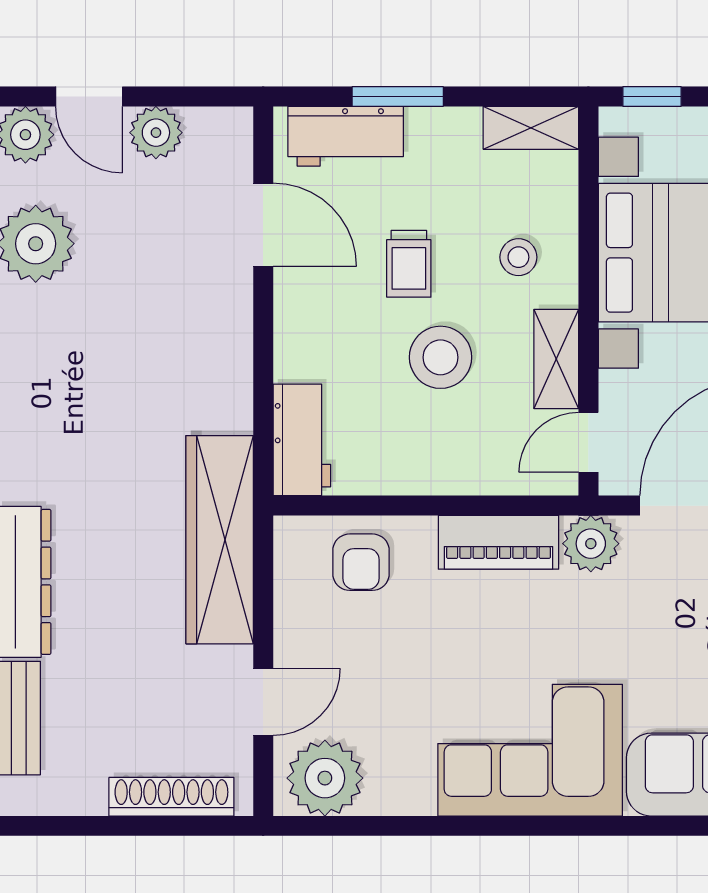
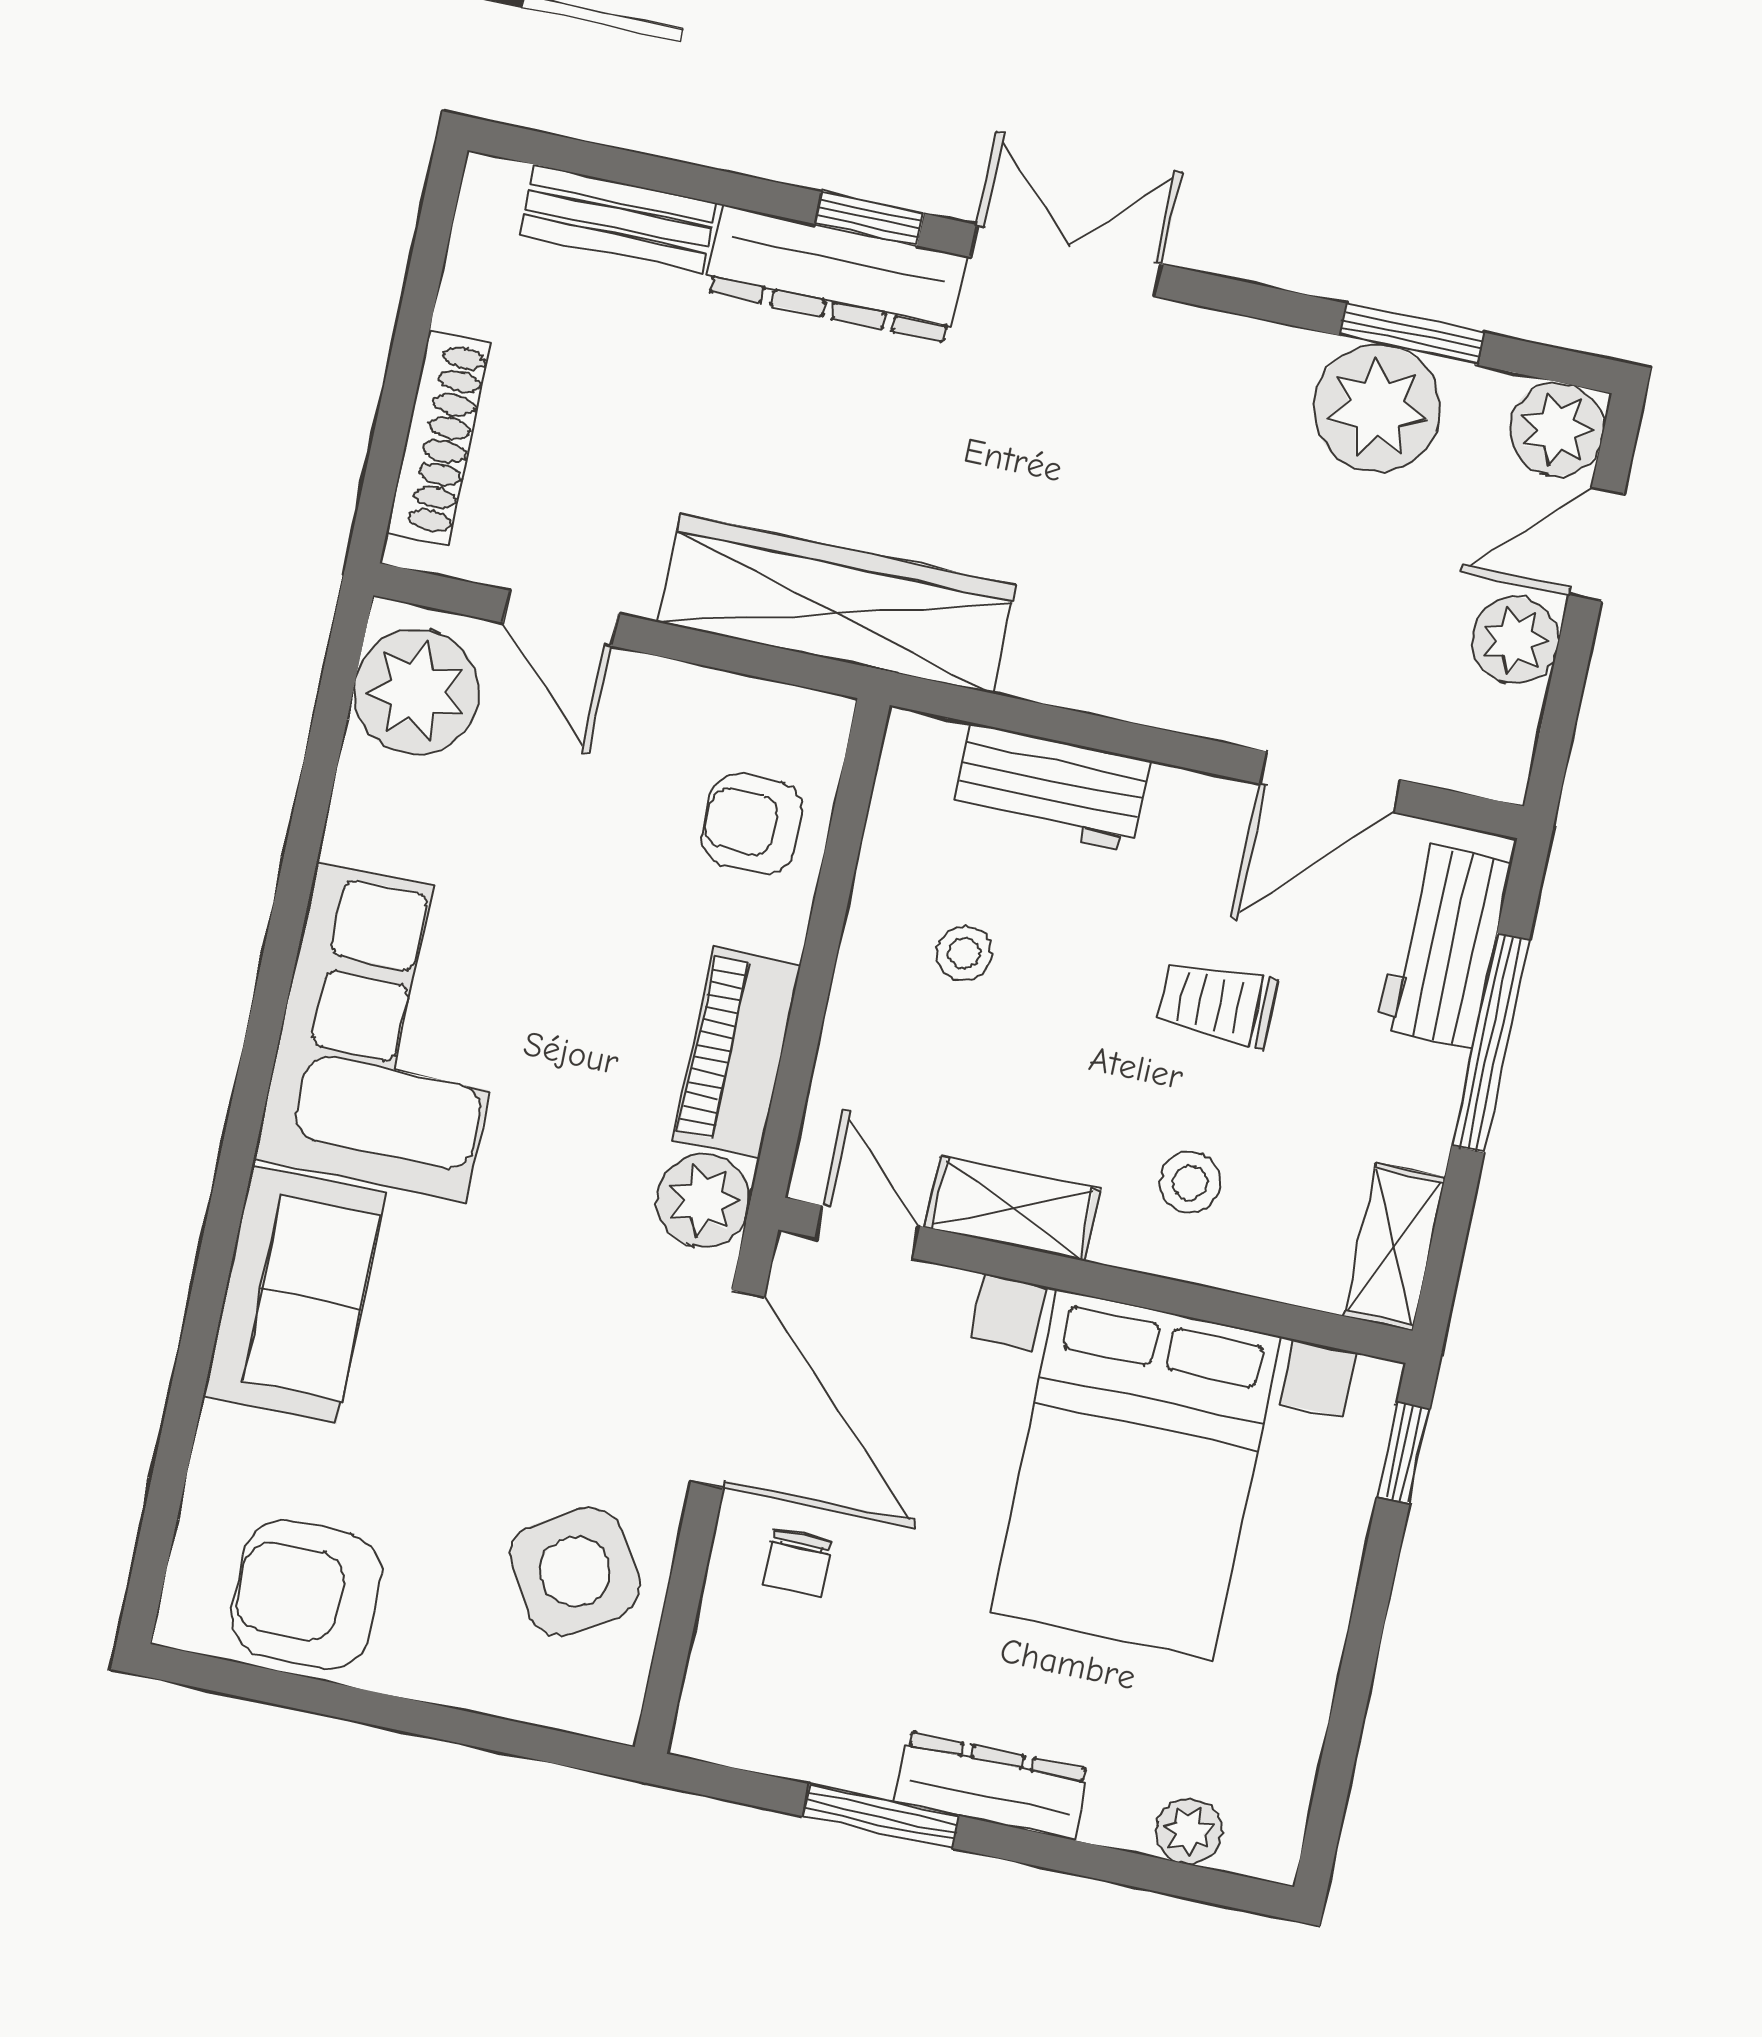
window: (398, 97) -> (1491, 1043), width x1.44
stool: (441, 357) -> (964, 953), moved, width x0.53, depth x0.53
workbench: (302, 440) -> (1051, 788), moved

